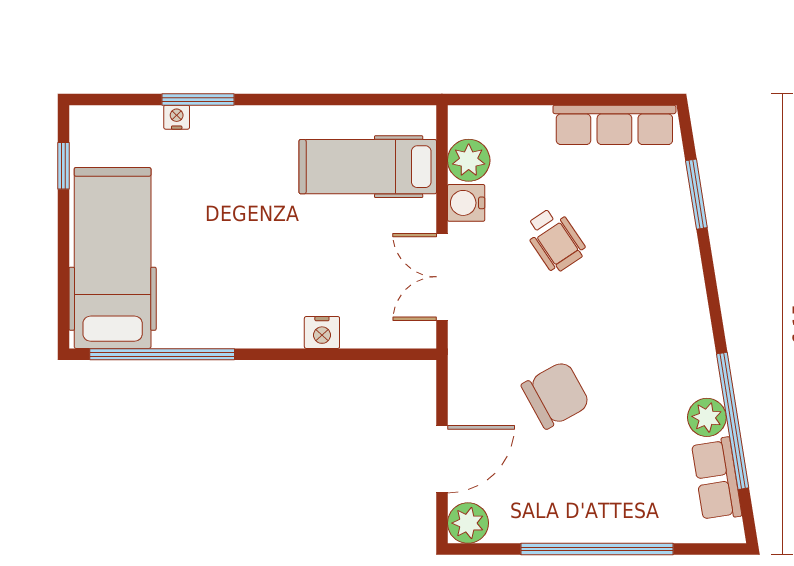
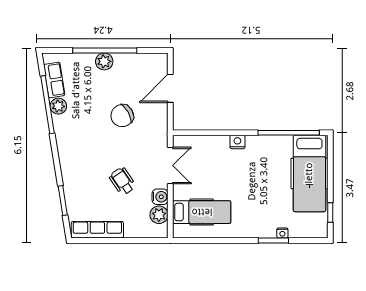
nightstand: (322, 332) -> (237, 142), moved
plant: (468, 523) -> (104, 61), moved

